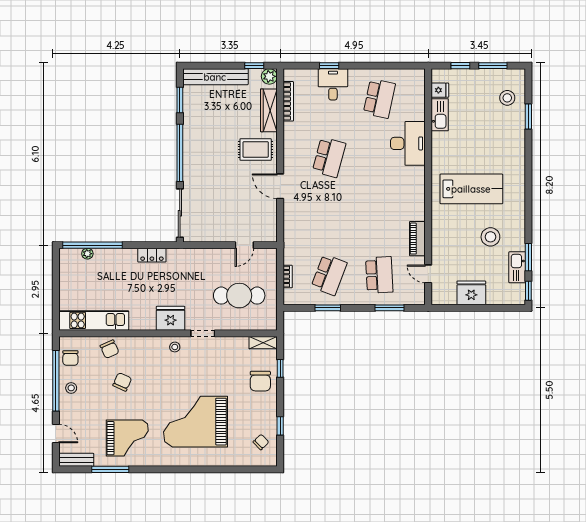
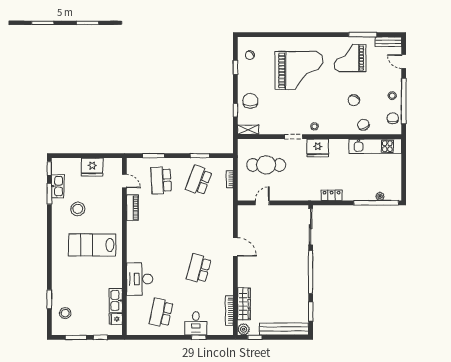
rug: (256, 149) -> (254, 274), removed

